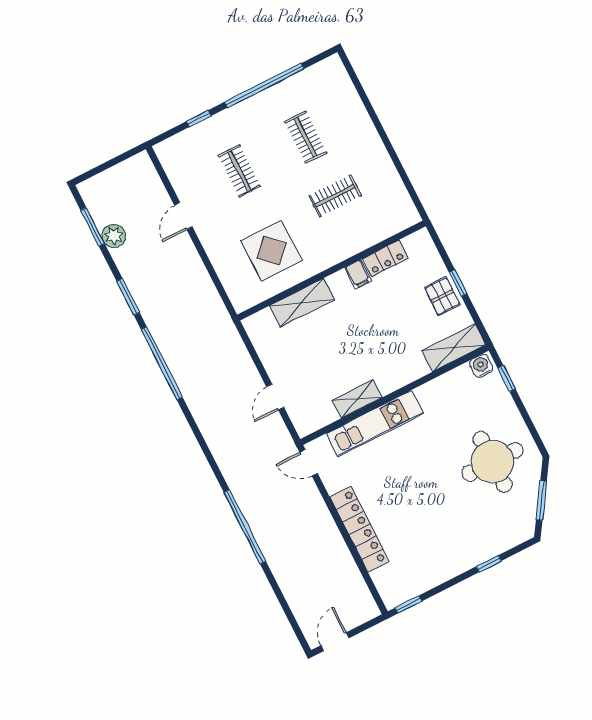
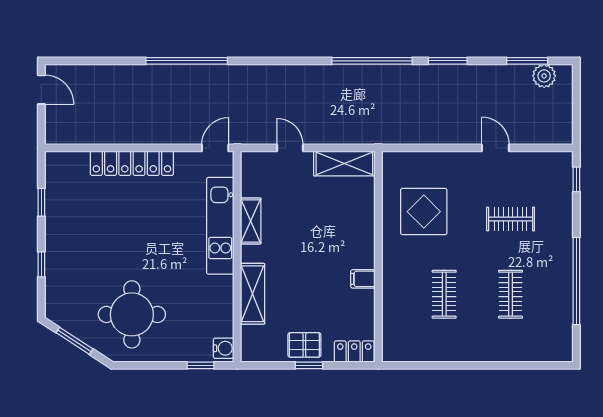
window: (199, 119) -> (576, 179), moved
clothes rail: (306, 137) -> (511, 294), turned 90
plant: (114, 236) -> (544, 76), moved
locker: (385, 258) -> (354, 351), moved, turned 90
shelving: (302, 303) -> (344, 164), moved, turned 90
shelving: (454, 348) -> (253, 294), moved
window: (408, 604) -> (41, 202), moved

